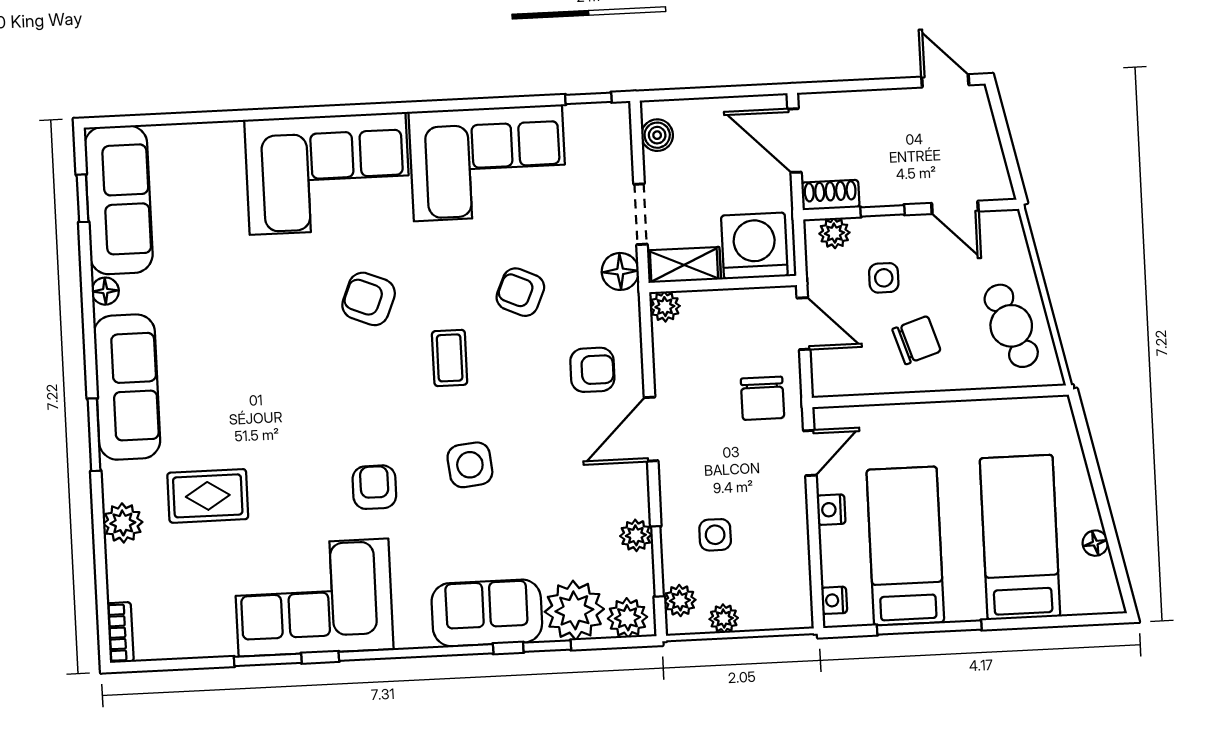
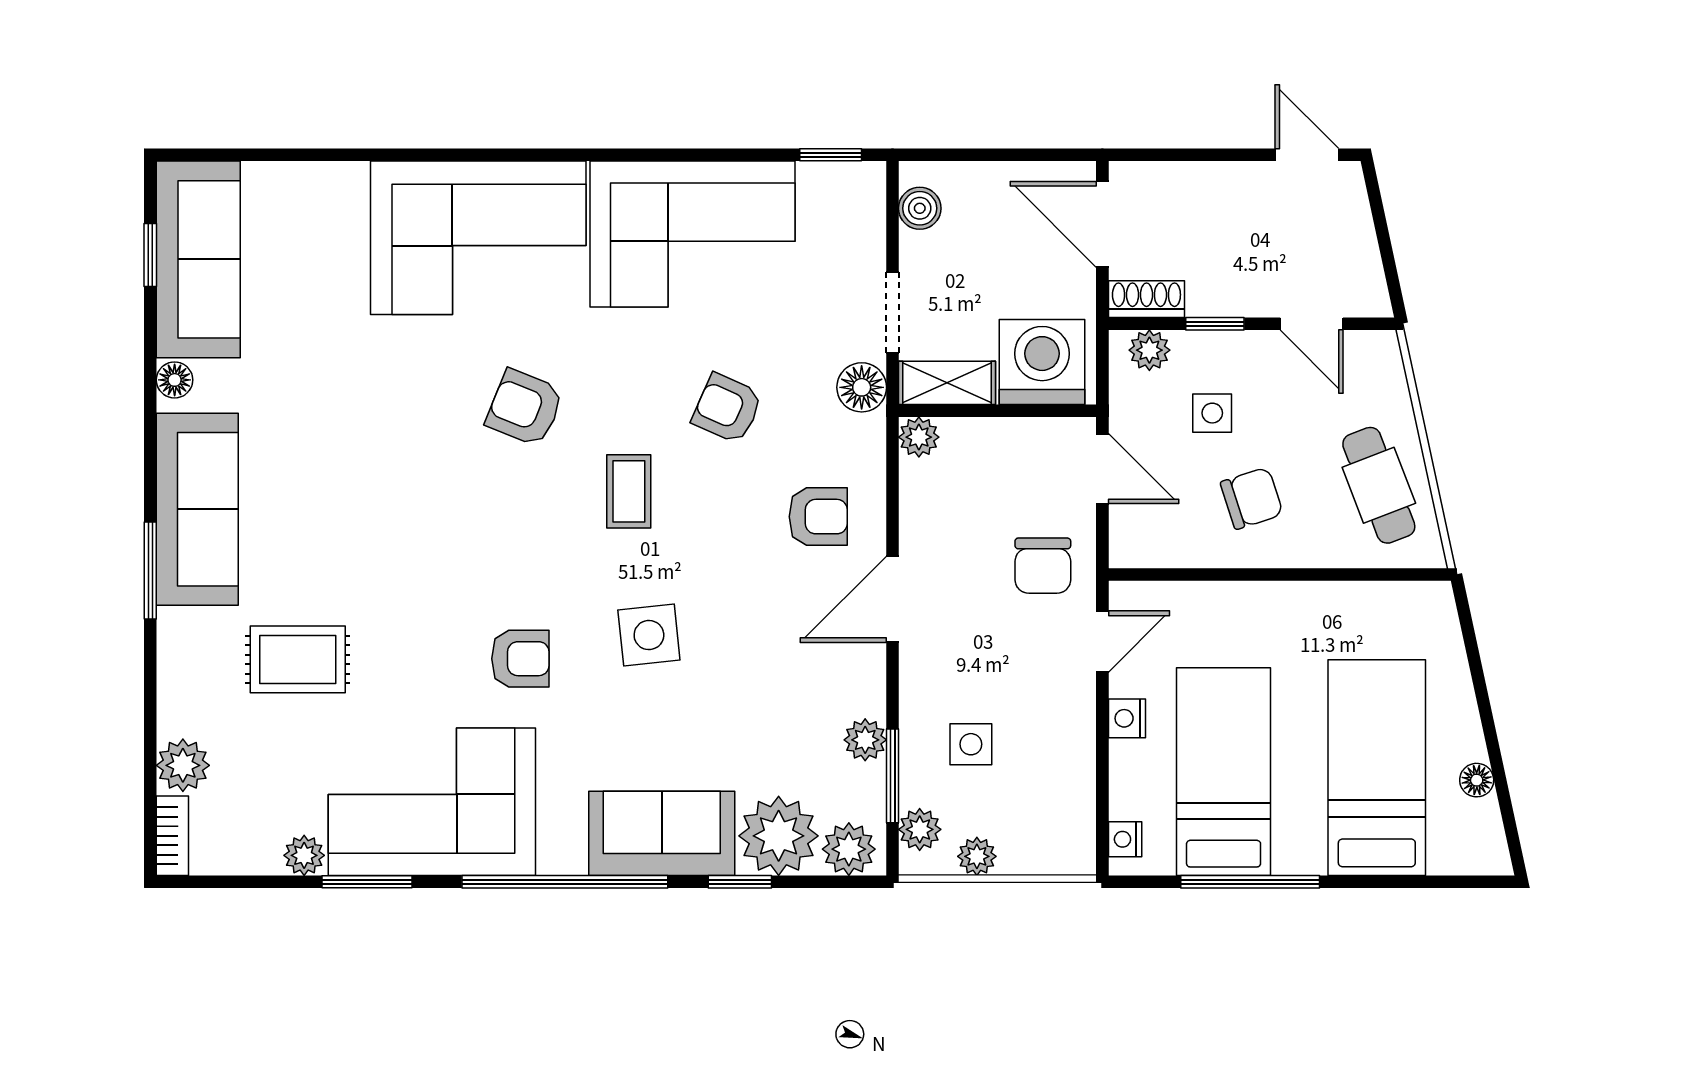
armchair: (374, 487) -> (520, 659), turned 90
plant: (123, 523) -> (183, 765), moved
plant: (220, 642) -> (304, 855), added

